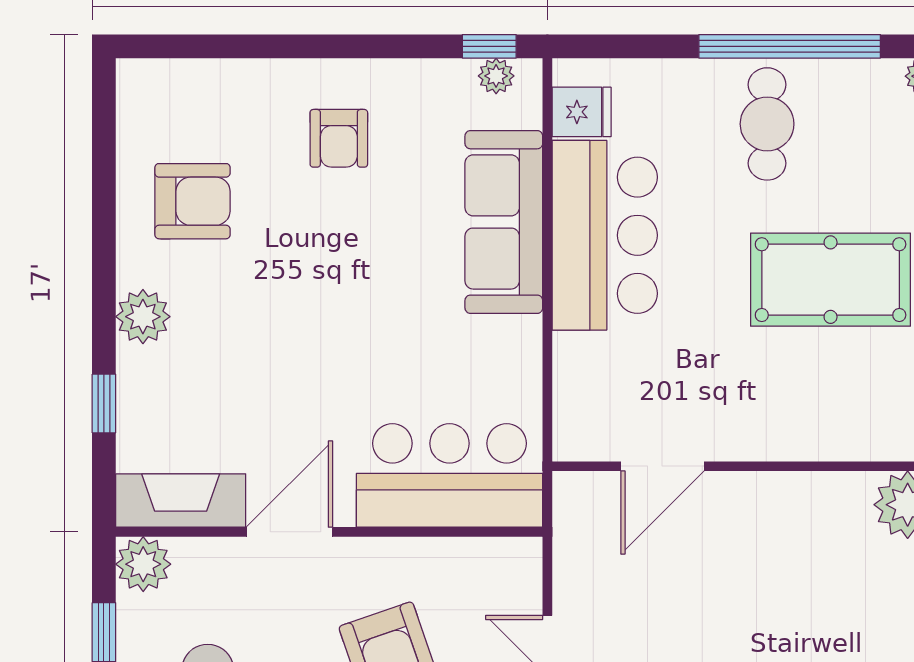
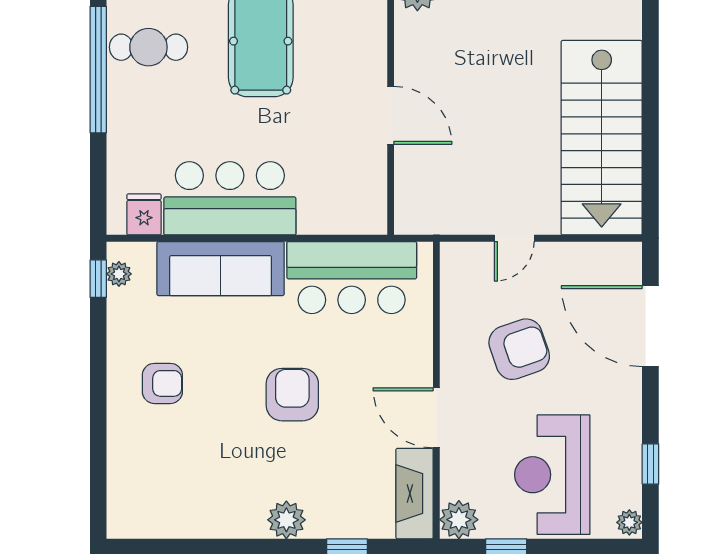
cafe table: (767, 124) -> (148, 47), moved
armchair: (192, 201) -> (292, 395), moved
door: (662, 466) -> (391, 115), moved
bar counter: (450, 475) -> (352, 278), moved, turned -90

